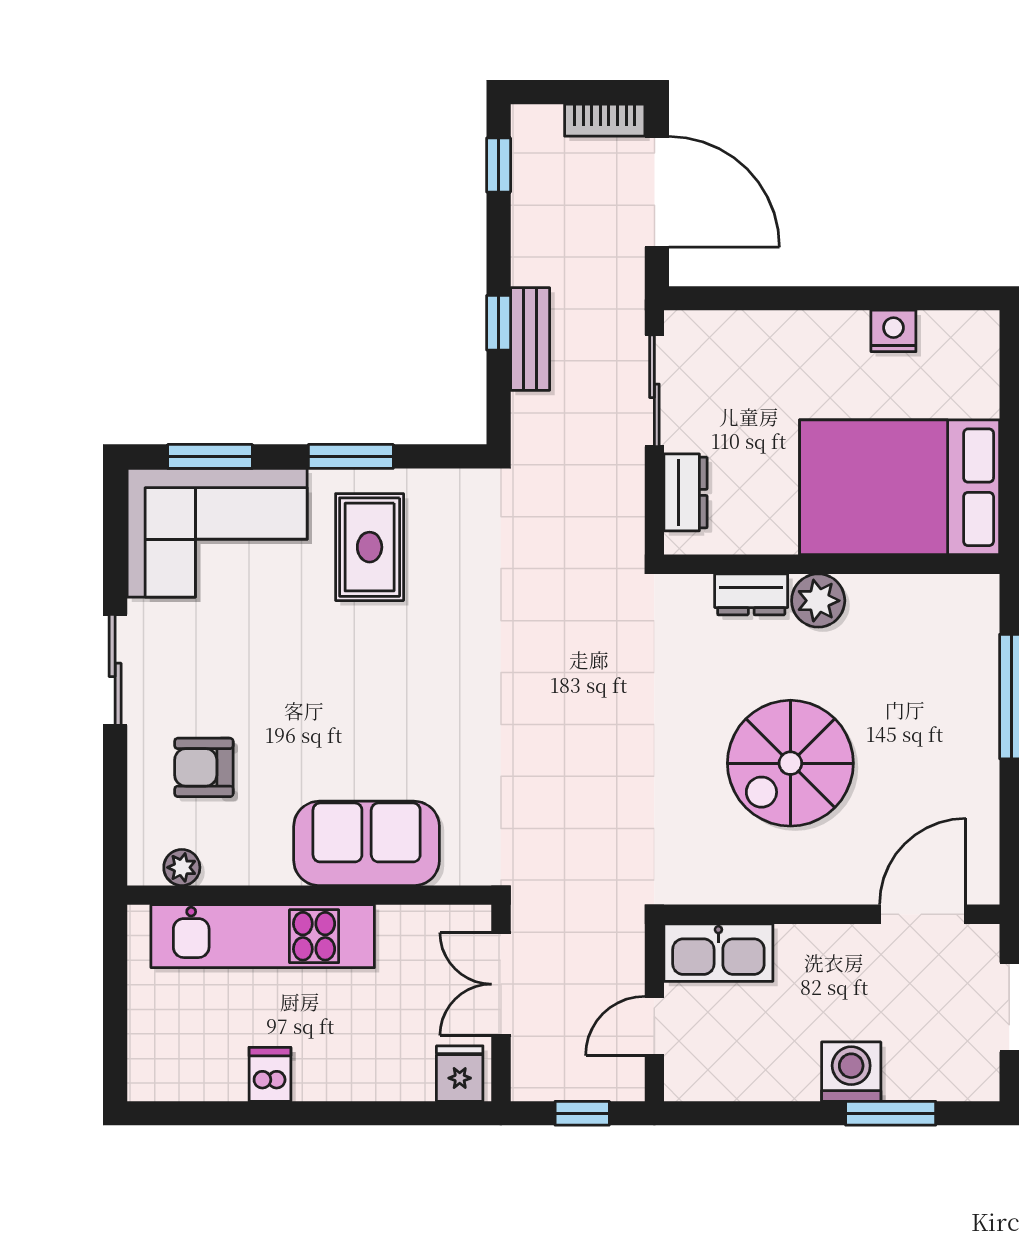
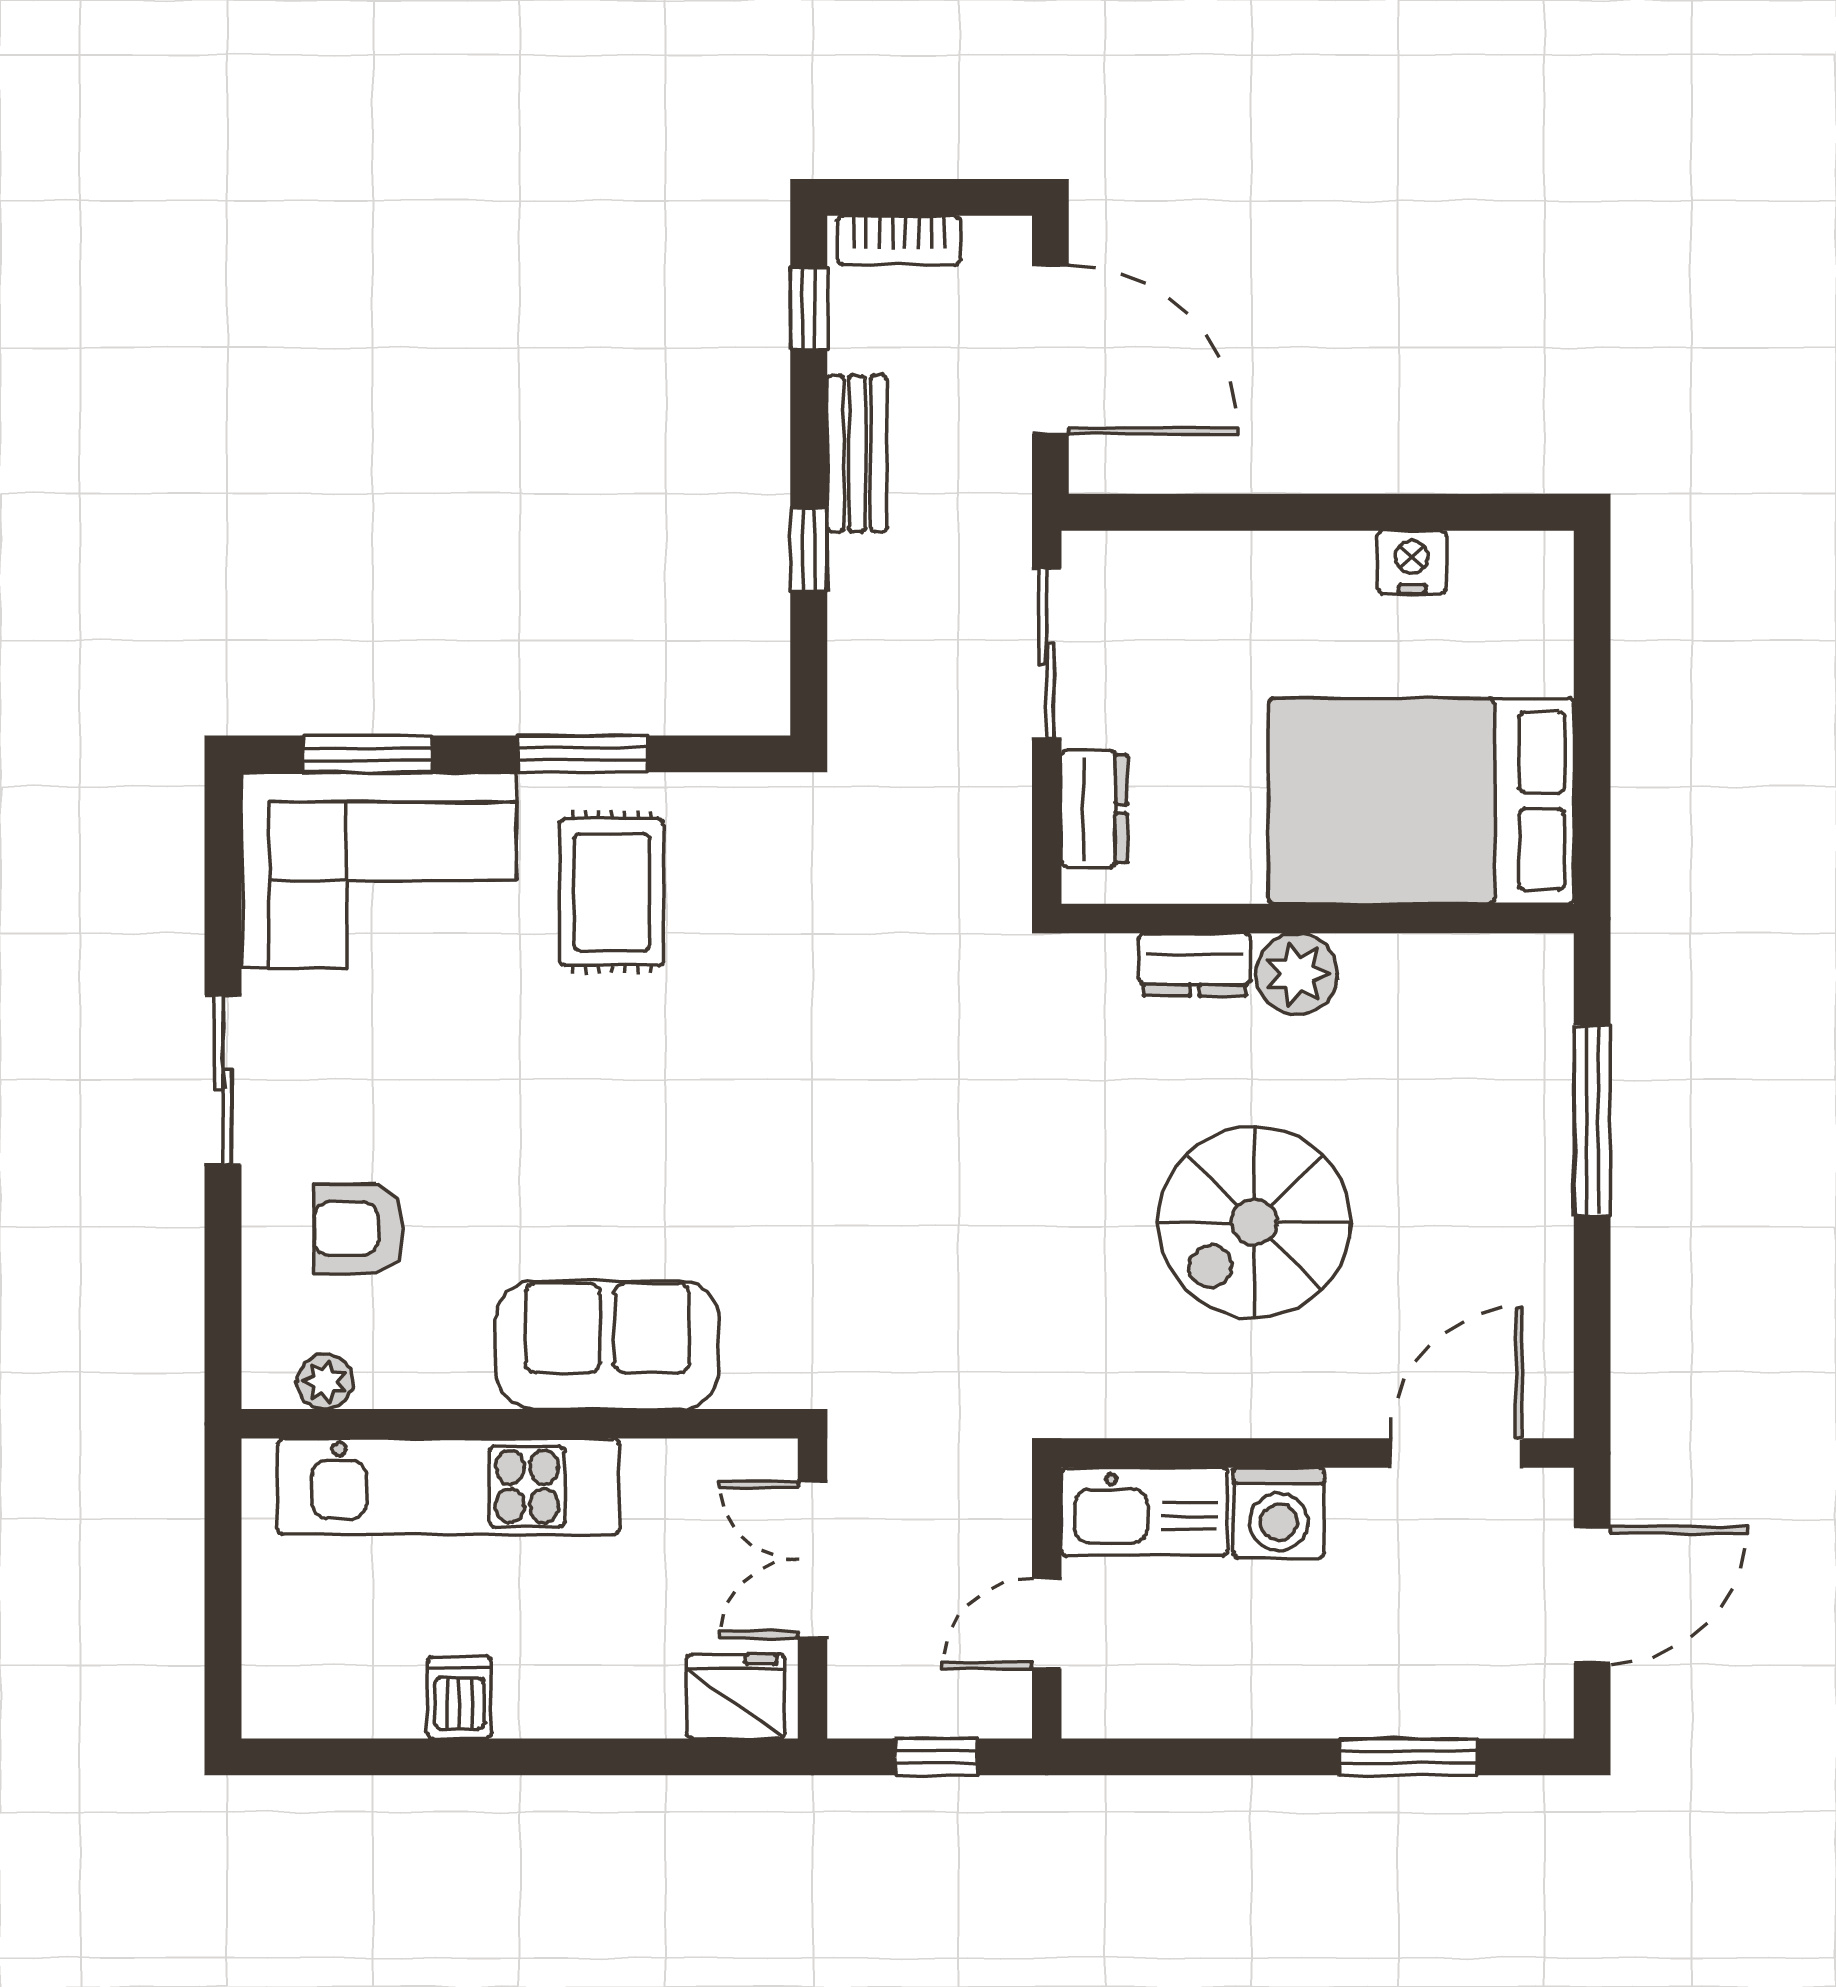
bookcase: (605, 120) -> (899, 240), moved
bench: (530, 339) -> (857, 454), moved
washing machine: (851, 1072) -> (1279, 1513), moved, turned 180
fridge: (460, 1074) -> (736, 1696), width x1.38

